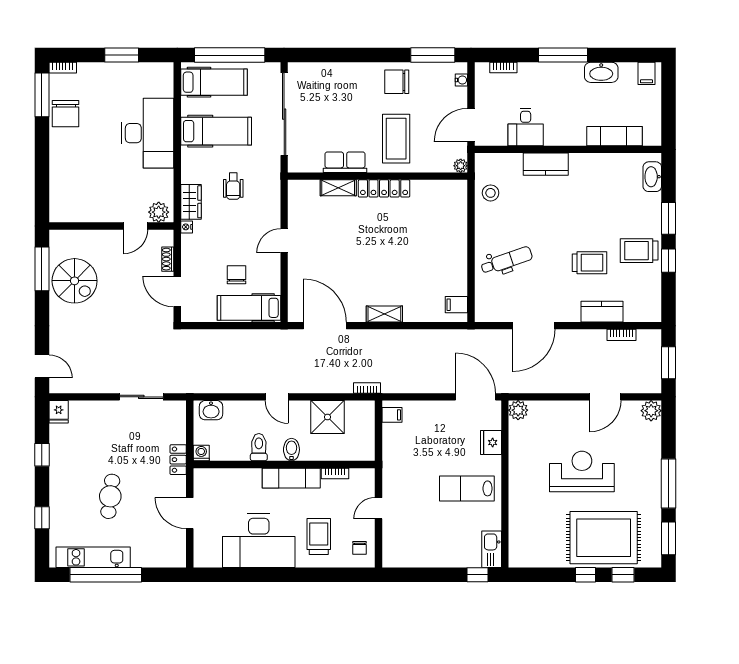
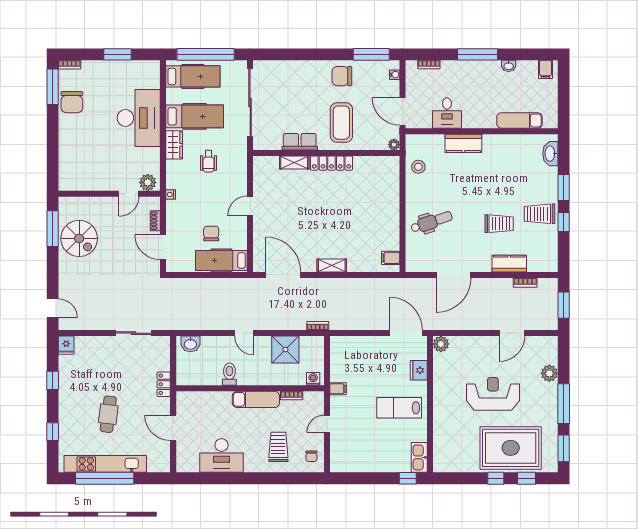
washbasin: (601, 72) -> (509, 66), width x0.52, depth x0.69
door: (471, 125) -> (402, 111), hinge flipped
wardrobe: (191, 202) -> (174, 145), moved
plant: (651, 411) -> (549, 373), moved
filing cabinet: (392, 415) -> (338, 389), moved
bidet: (291, 450) -> (256, 376), removed
washing machine: (201, 453) -> (313, 379), moved
desk: (259, 541) -> (222, 455), width x0.73, depth x0.77
kitchen unit: (93, 557) -> (105, 464), width x1.36

